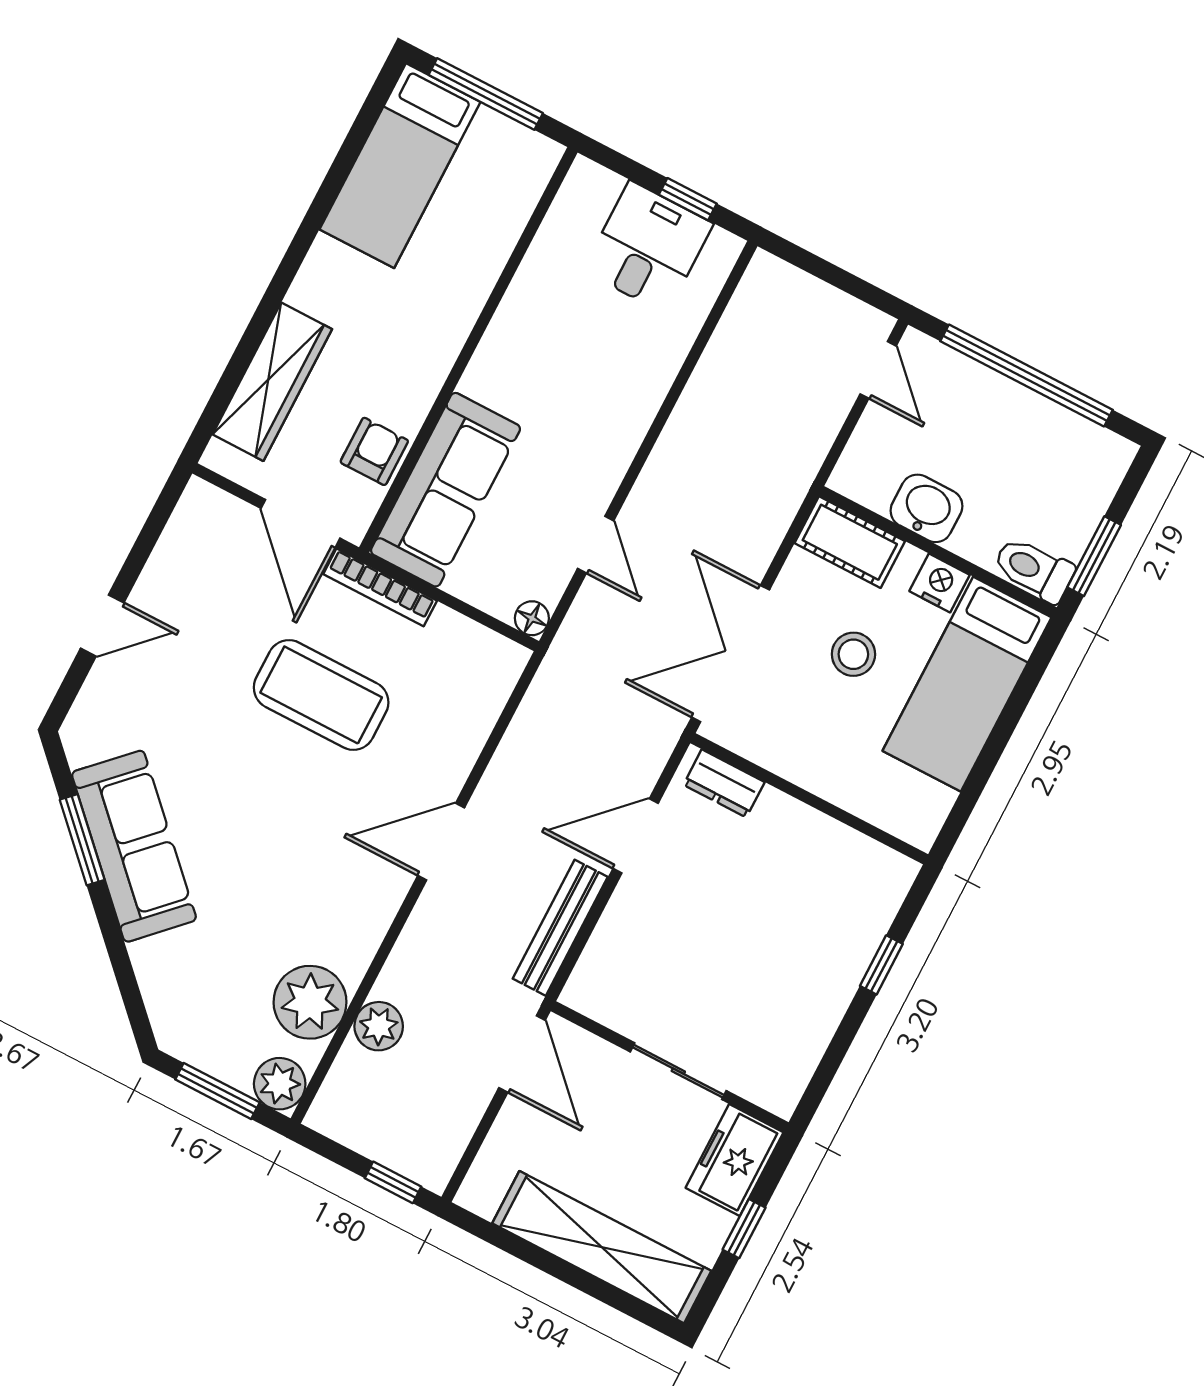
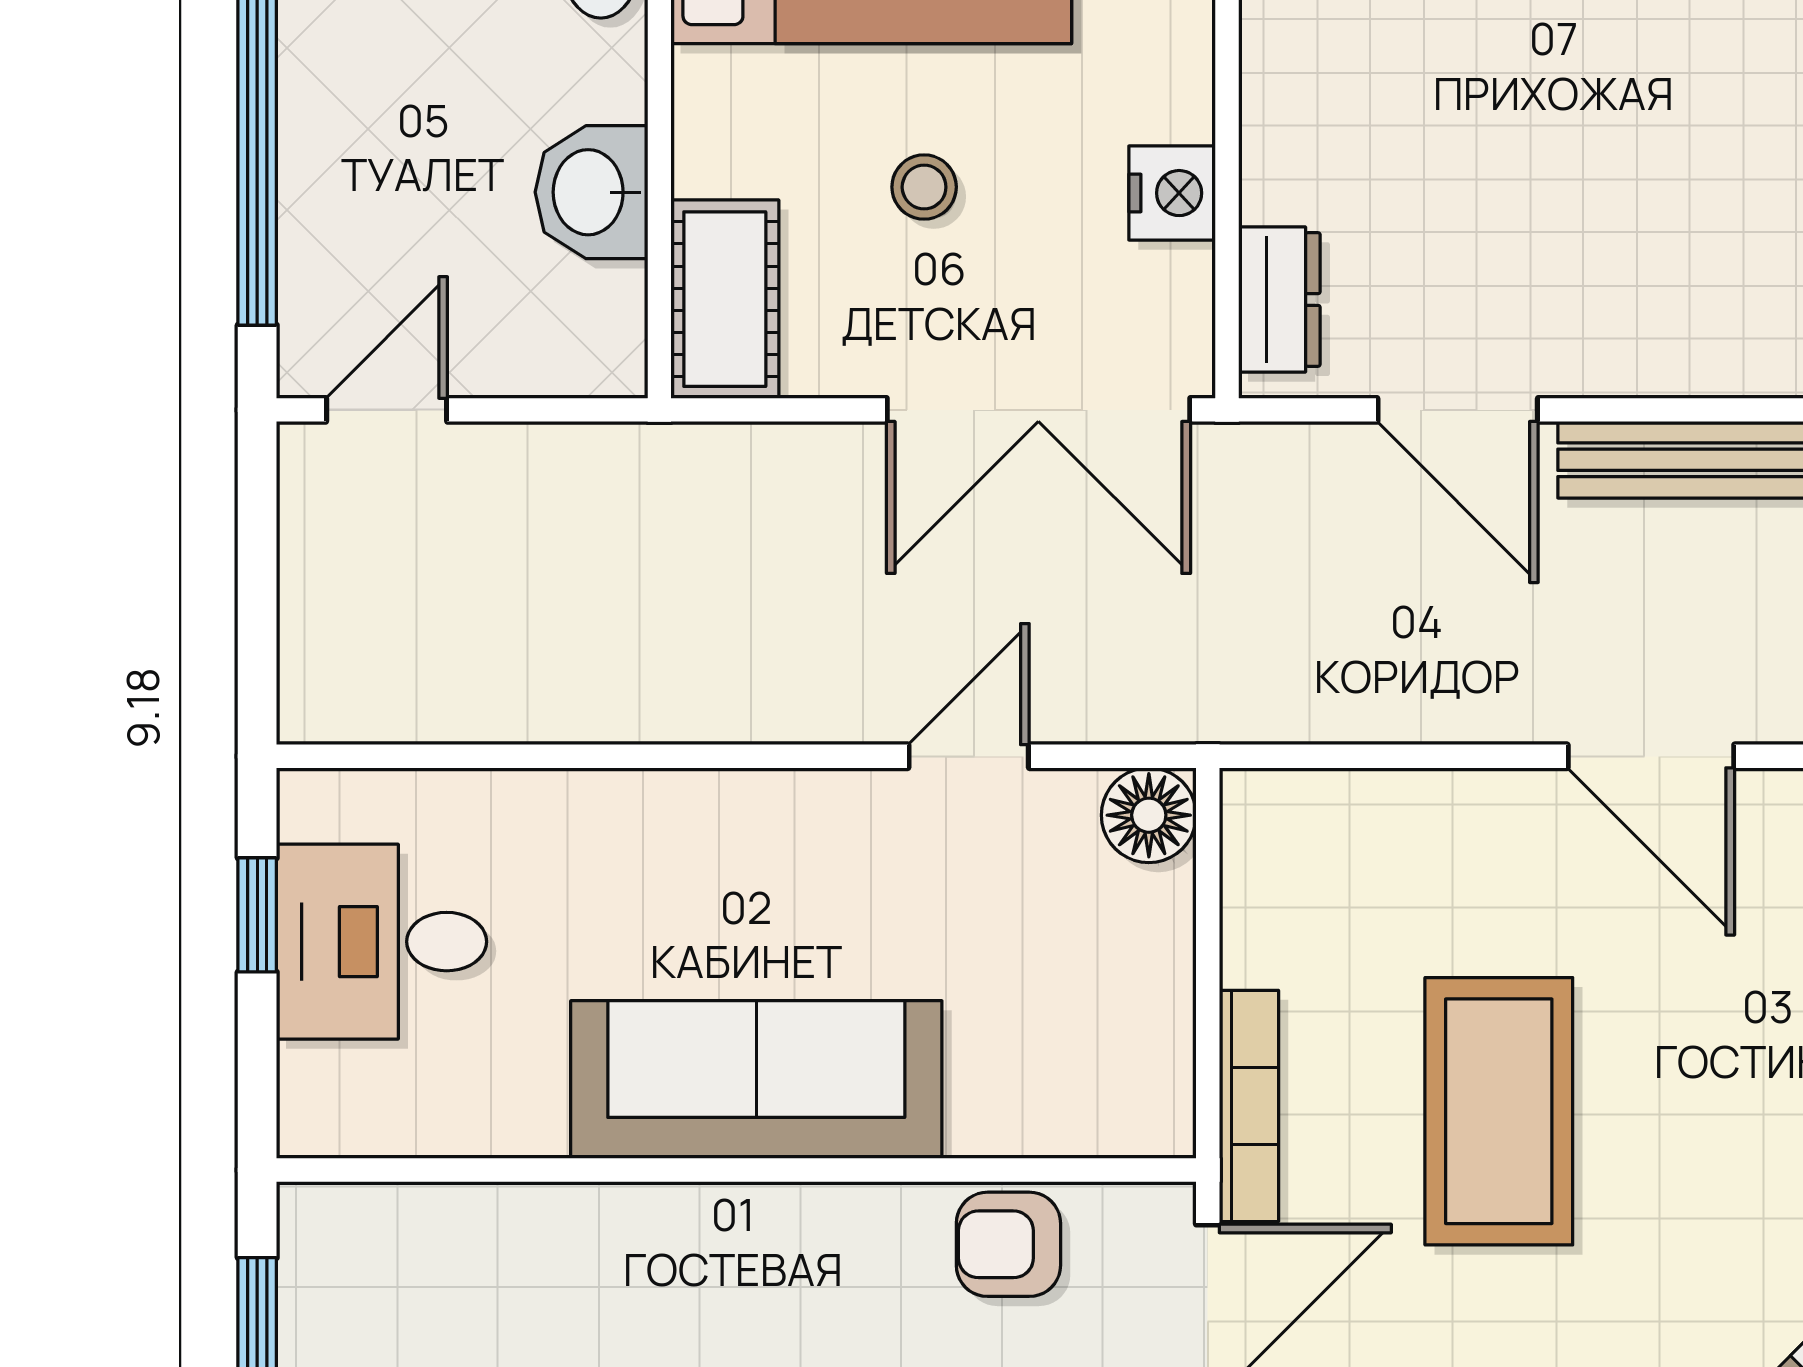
sofa: (445, 490) -> (756, 1080), moved
nightstand: (940, 583) -> (1172, 193), moved, turned 180
floor lamp: (532, 618) -> (1149, 815), width x1.37, depth x1.37
stool: (853, 654) -> (924, 187), width x0.73, depth x0.73

